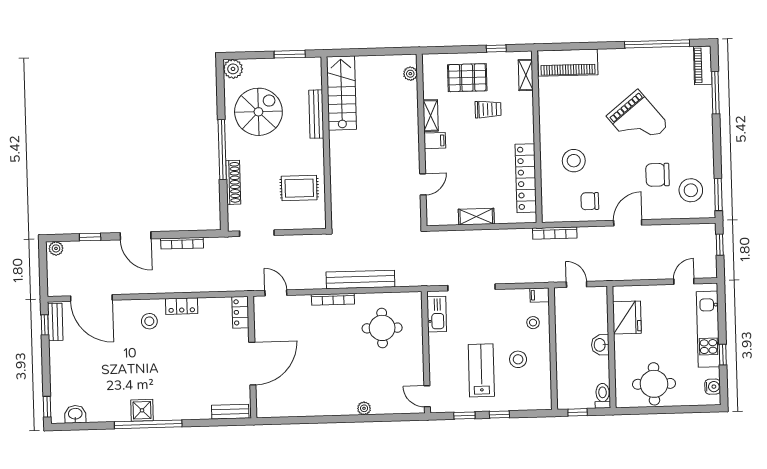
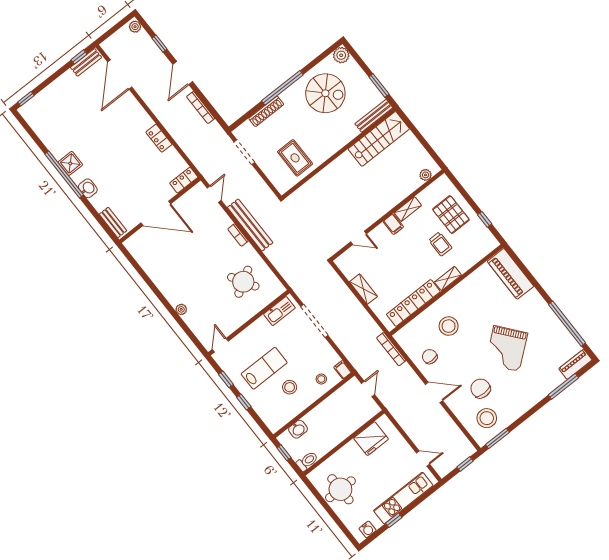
shelving: (526, 75) -> (448, 279), moved
bench: (316, 114) -> (374, 116), moved
bench: (360, 279) -> (250, 225), moved
bookcase: (333, 299) -> (238, 235), width x0.64
stool: (149, 321) -> (133, 124), removed
round table: (382, 328) -> (243, 282), turned -31
washbasin: (600, 345) -> (298, 429), moved, turned 180
washbasin: (75, 414) -> (88, 188), moved

